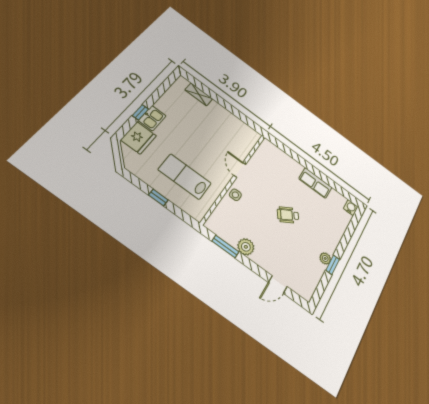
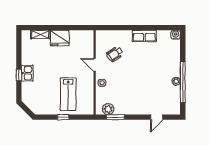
fridge: (139, 138) -> (60, 38), moved, turned 90
lab bench: (185, 177) -> (68, 94), turned -90
wheelchair: (288, 215) -> (115, 54), moved
plant: (246, 247) -> (108, 109), moved
window: (333, 265) -> (183, 82), width x3.17

